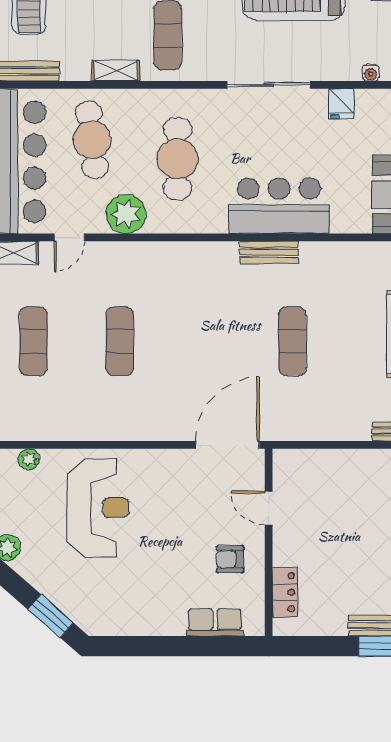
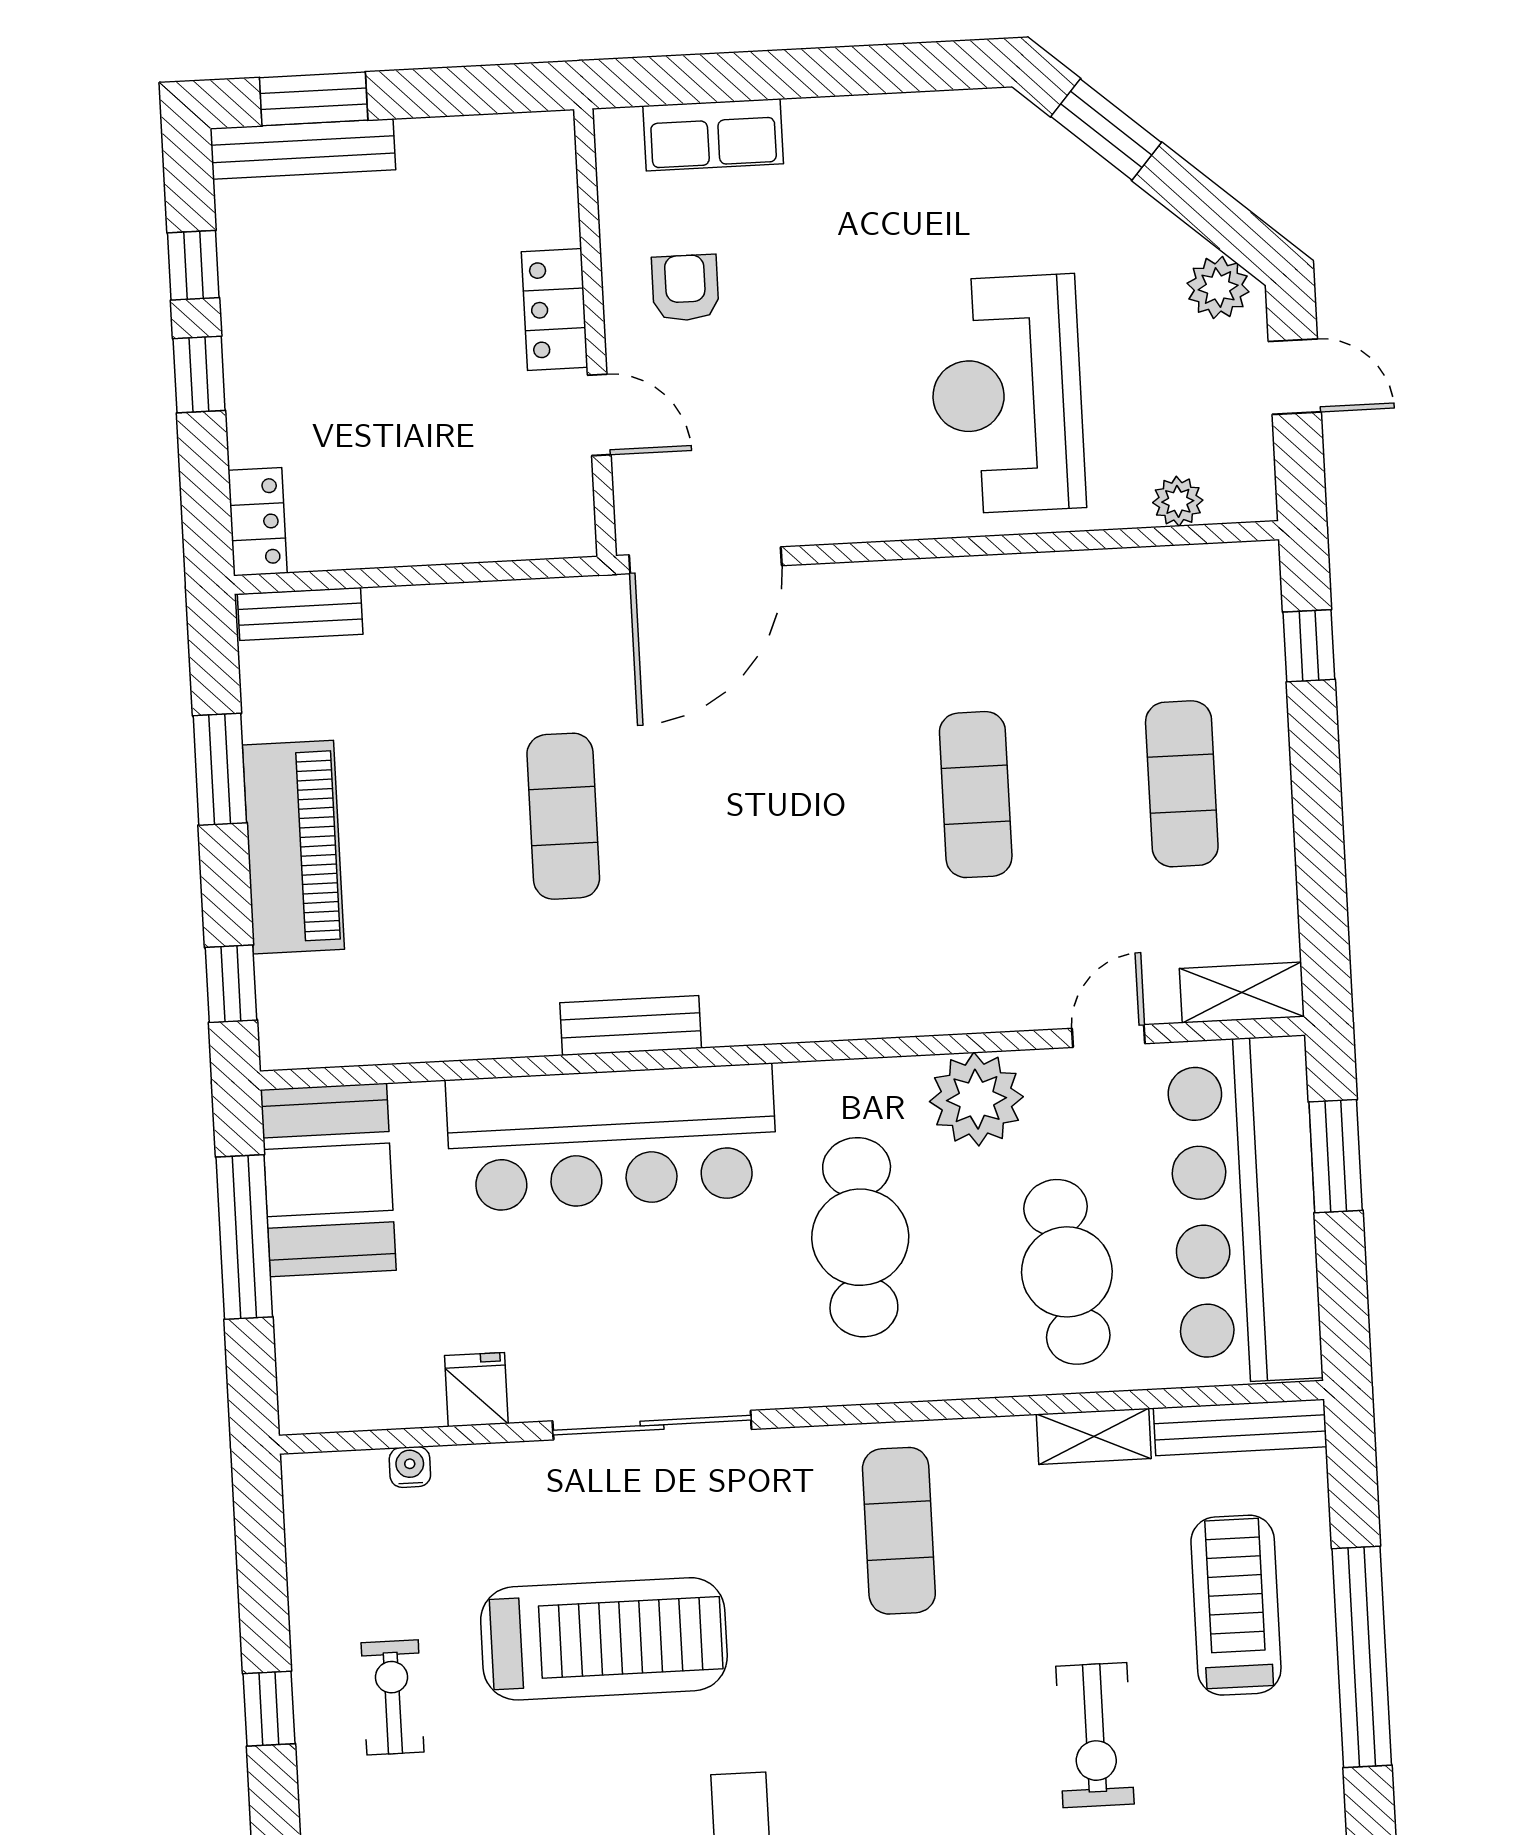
shelving: (116, 71) -> (1094, 1436), moved
bar counter: (279, 206) -> (612, 1138), width x1.36
armchair: (230, 559) -> (685, 288), turned -90
locker: (285, 592) -> (555, 309), moved

